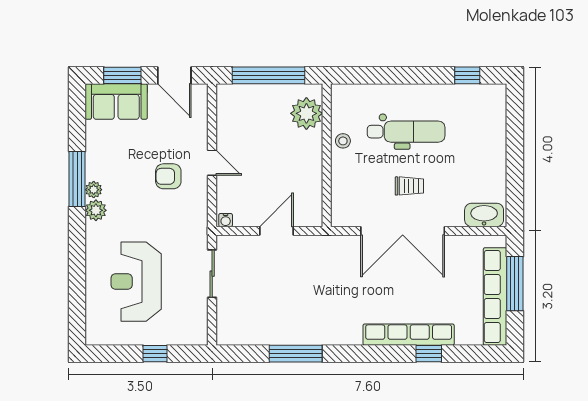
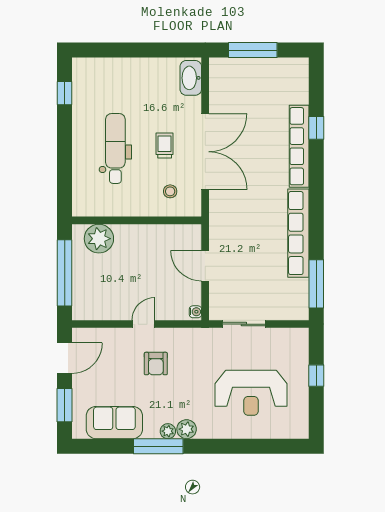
sofa: (116, 102) -> (114, 423), moved, turned -90
stool: (343, 141) -> (170, 191), moved
row of seats: (495, 296) -> (298, 233), moved, turned 90
window: (296, 354) -> (316, 284), moved

